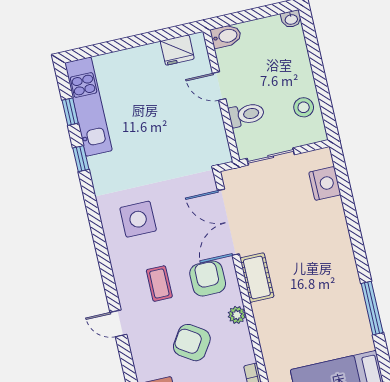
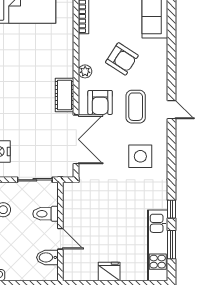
bidet: (226, 36) -> (47, 257), moved
fridge: (177, 50) -> (109, 271), moved
window: (70, 112) -> (172, 245), width x1.50
coffee table: (159, 284) -> (136, 107), width x1.36, depth x1.30
door: (118, 323) -> (172, 110), moved

